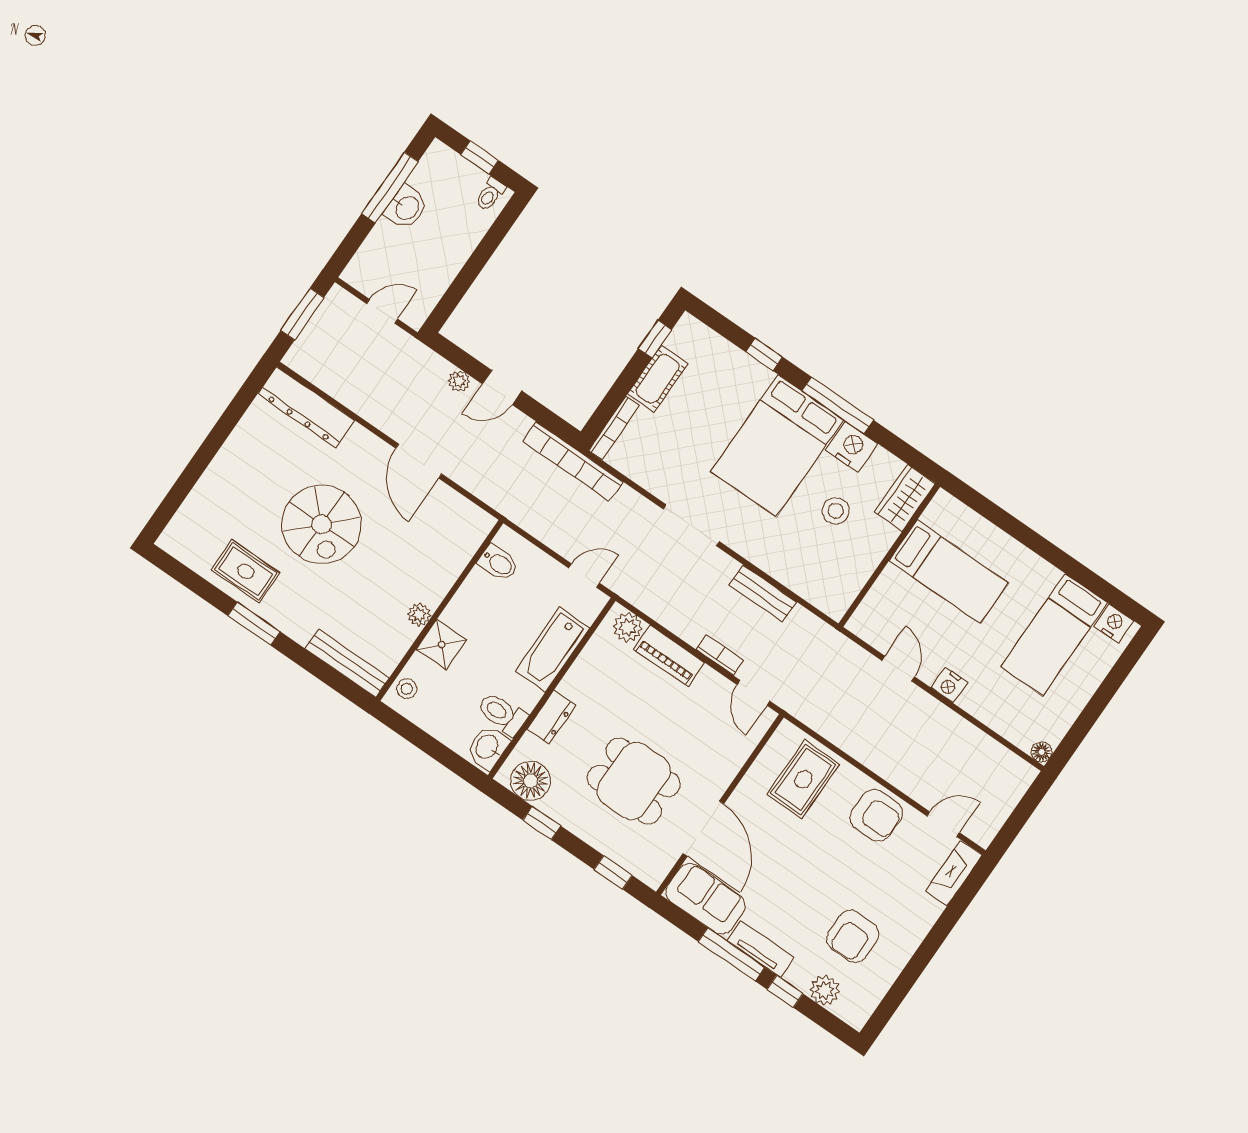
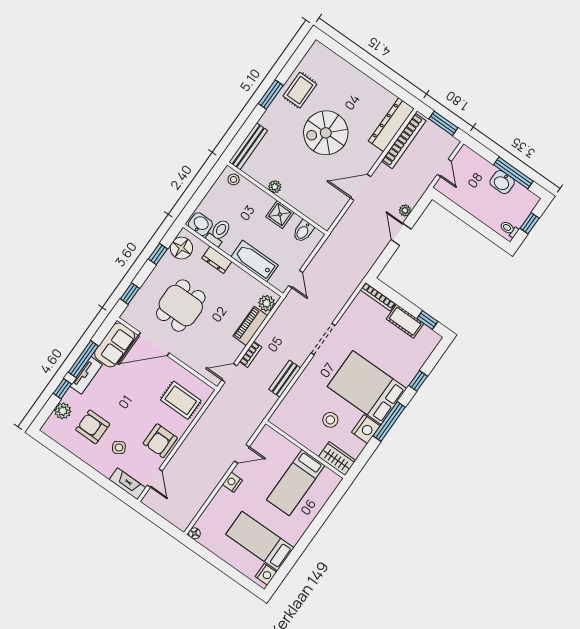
bookcase: (573, 461) -> (404, 141), moved, turned 180
shower: (441, 645) -> (280, 214), moved
side table: (889, 889) -> (119, 447), added

